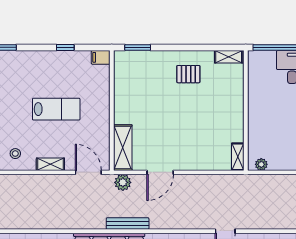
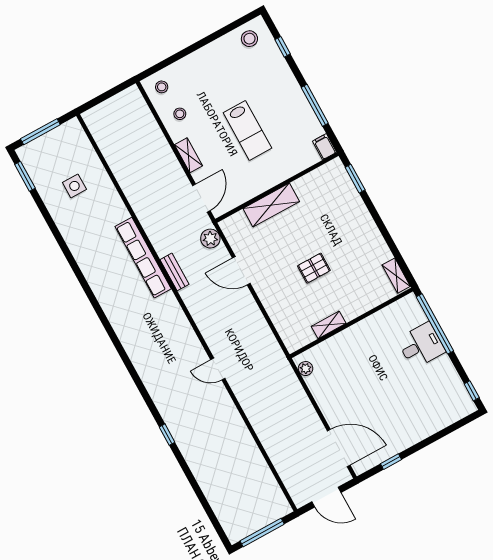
window: (65, 47) -> (315, 105), width x2.17
pallet: (188, 74) -> (314, 268), moved, turned 90
shelving: (123, 148) -> (271, 205), moved
shelving: (238, 157) -> (329, 325), moved
bench: (128, 224) -> (175, 272), width x0.73

